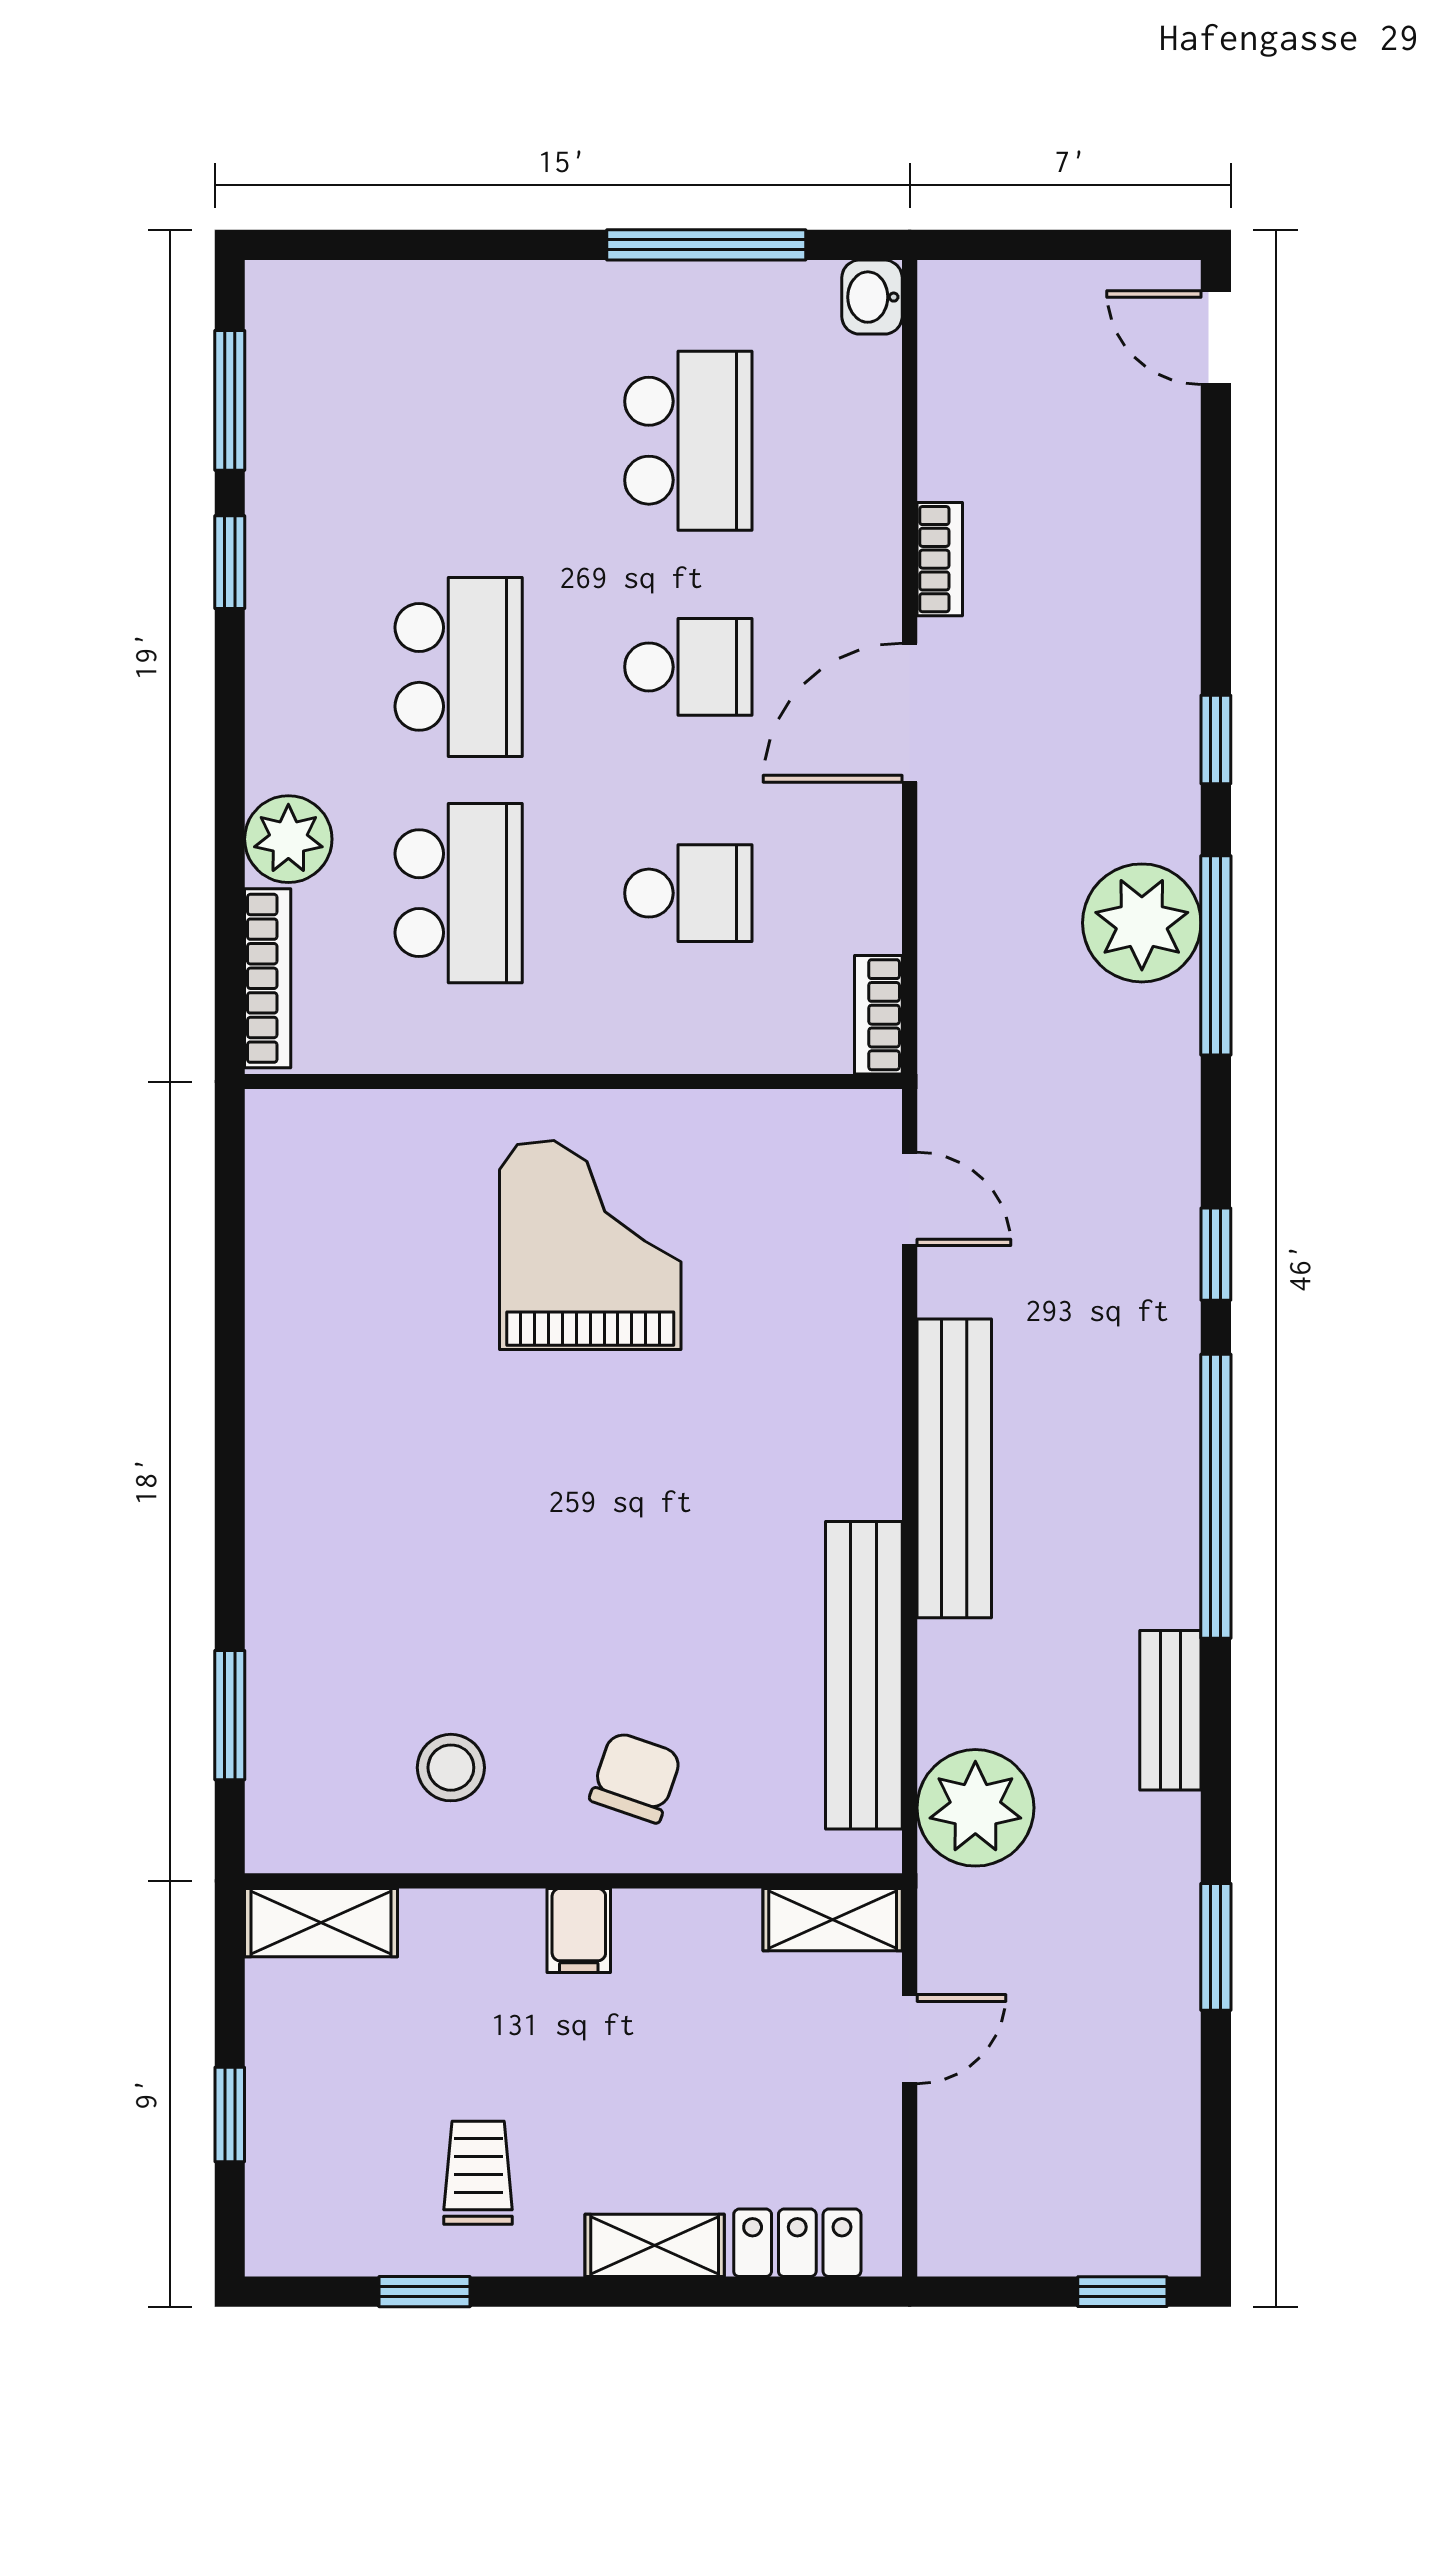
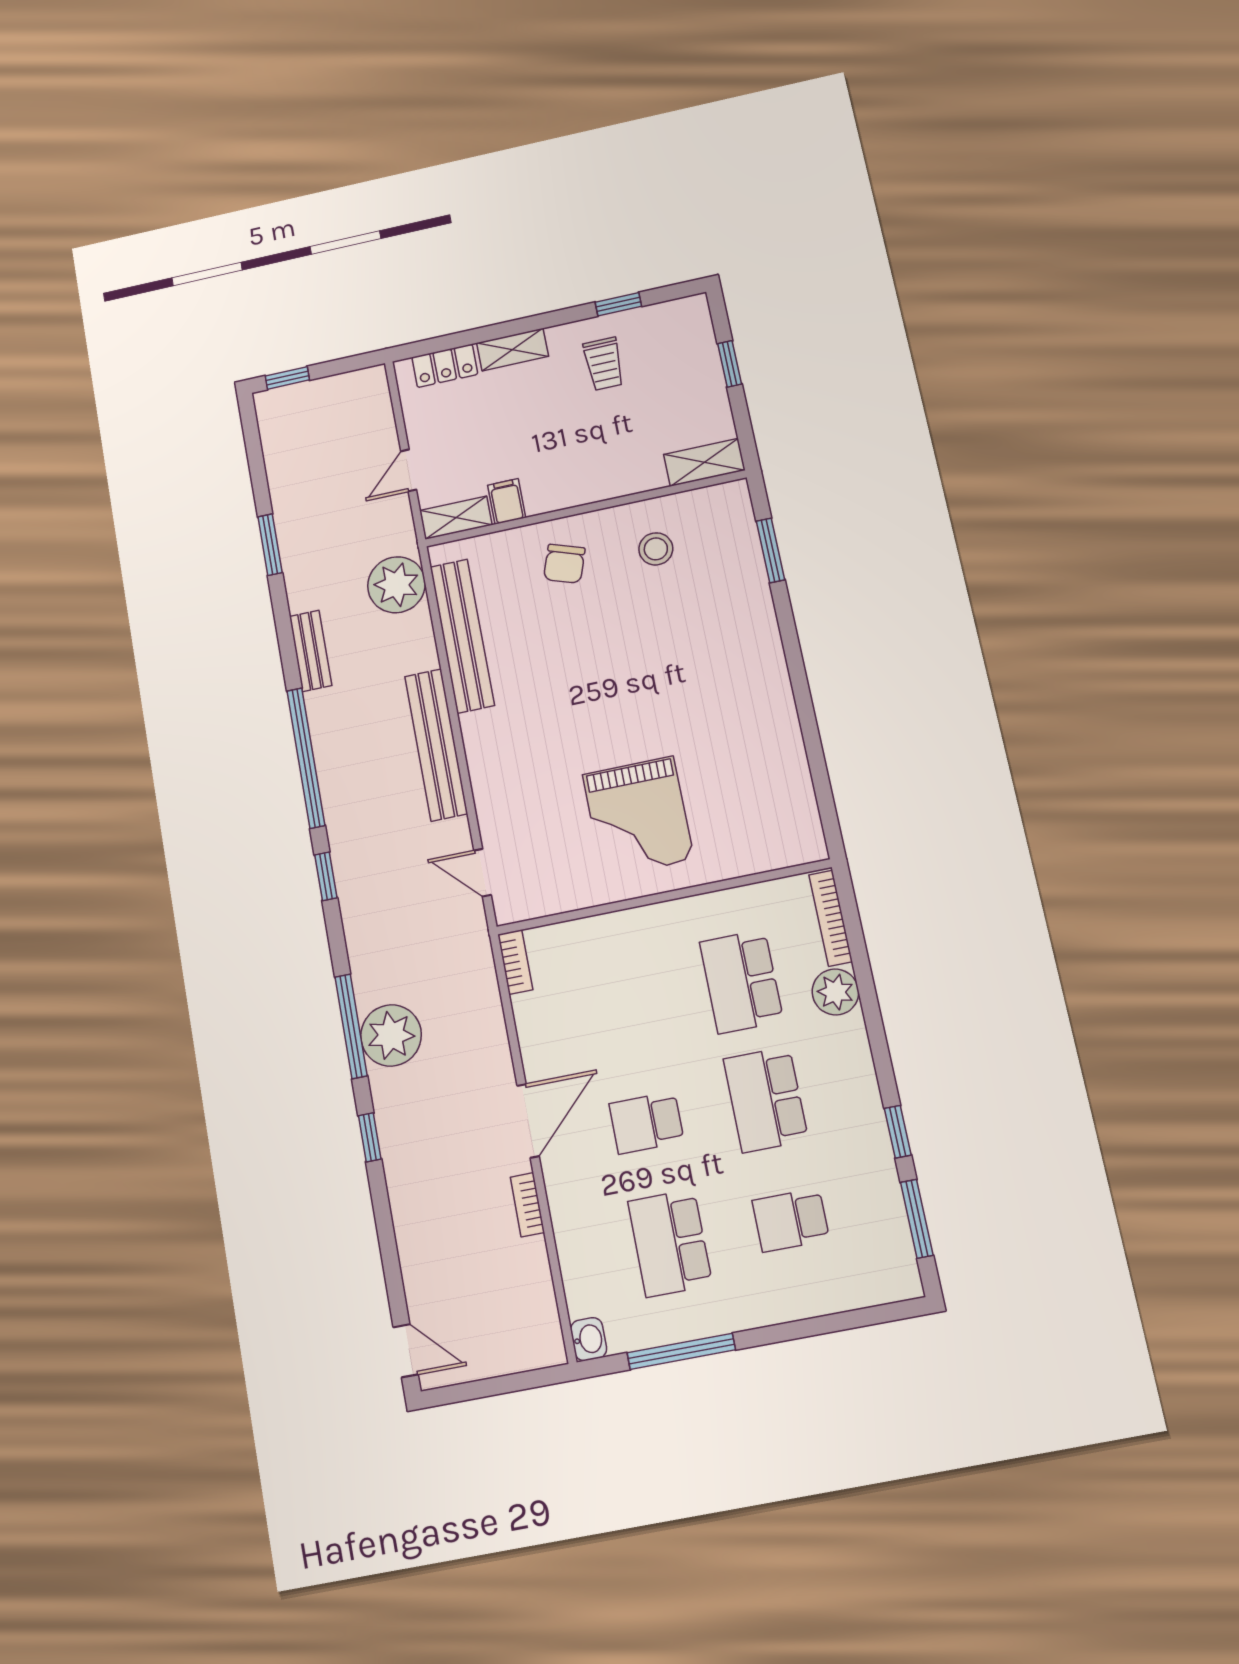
school desk: (688, 893) -> (791, 1220), moved
filing cabinet: (579, 1930) -> (507, 501), moved

